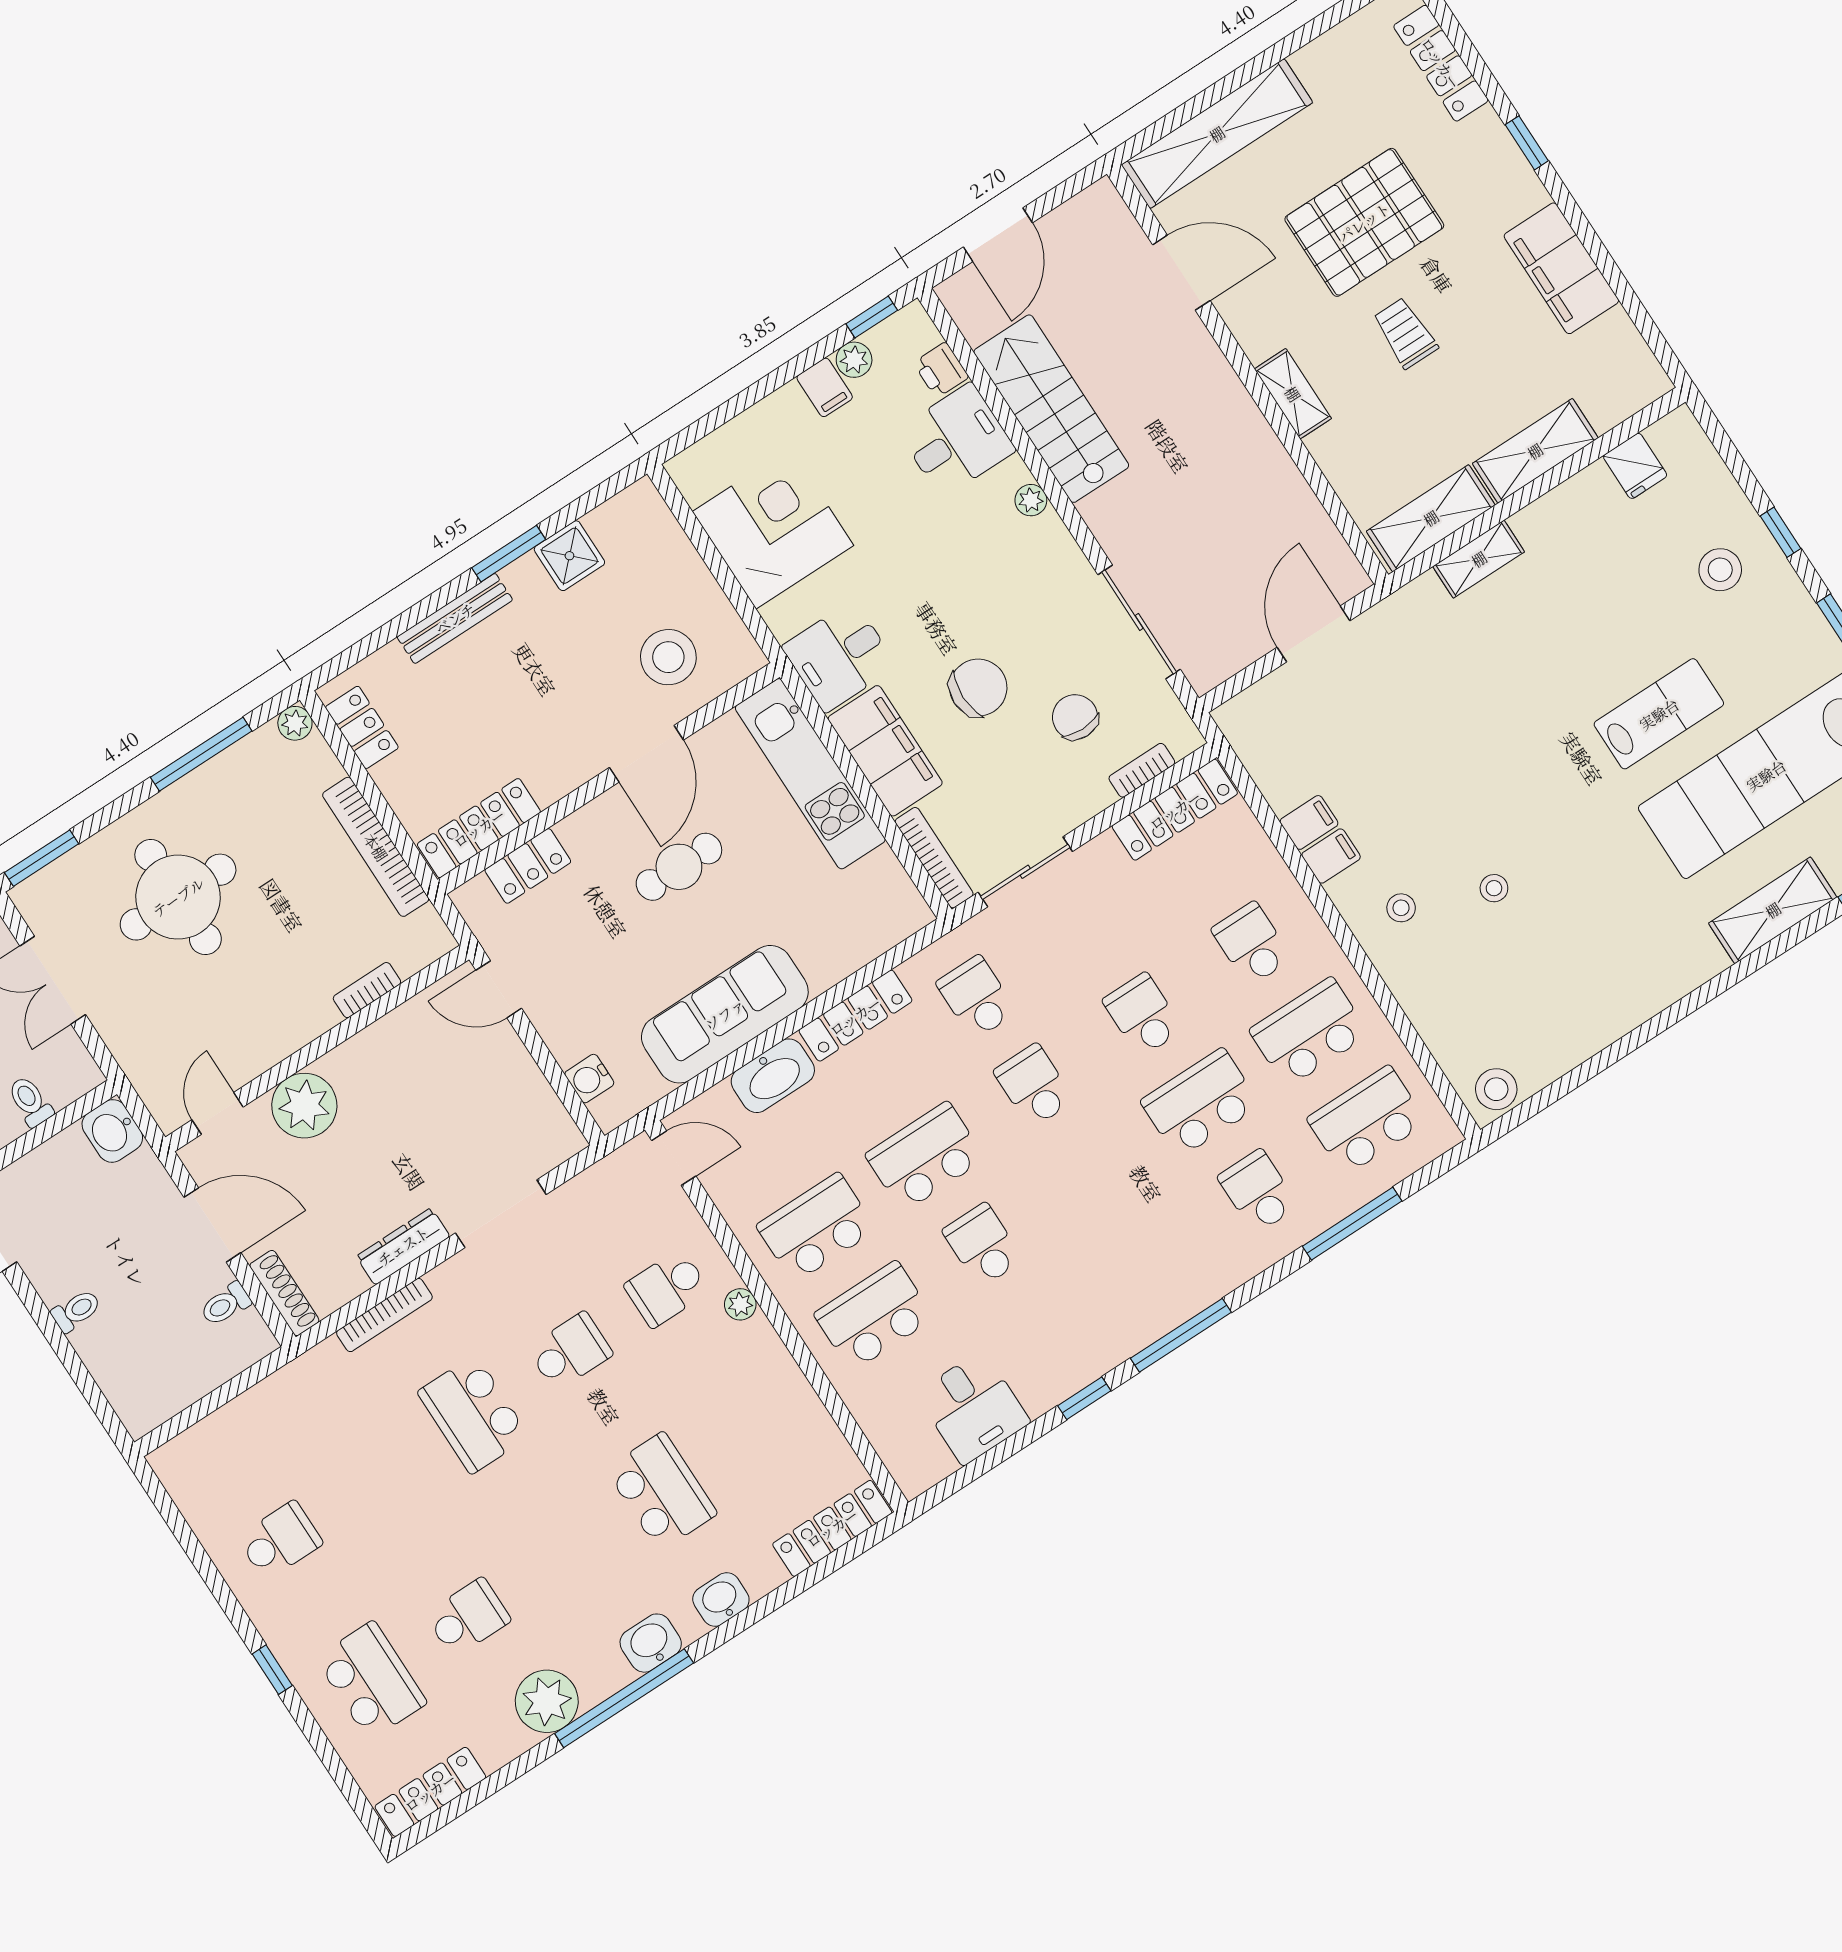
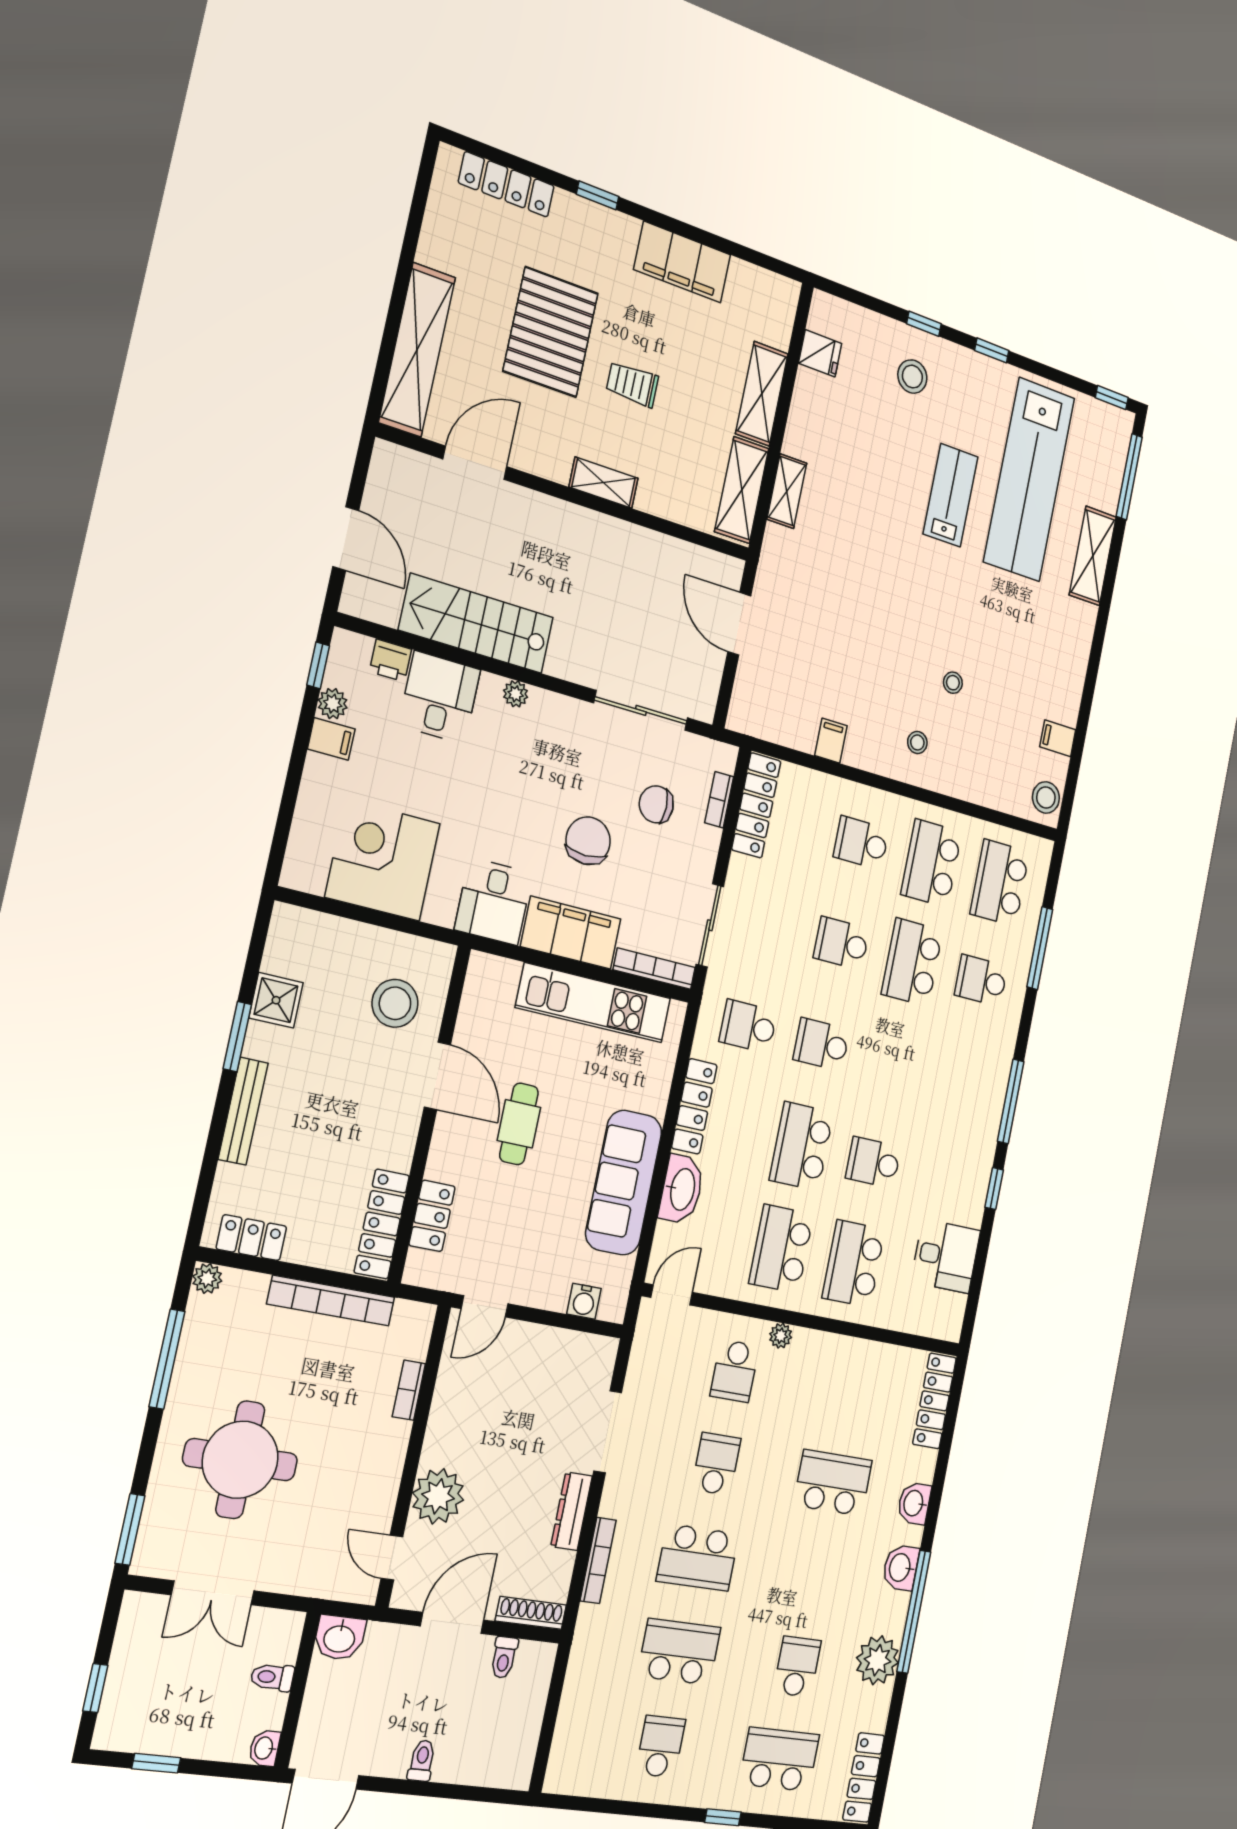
kitchen unit: (810, 774) -> (594, 1003), moved
filing cabinet: (1331, 856) -> (1058, 738), moved, turned -90
school desk: (377, 1477) -> (679, 1652), added

